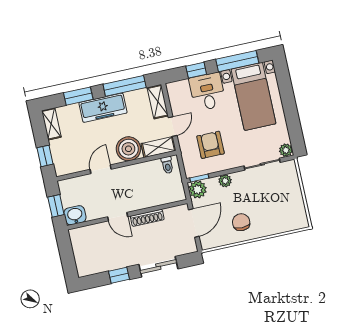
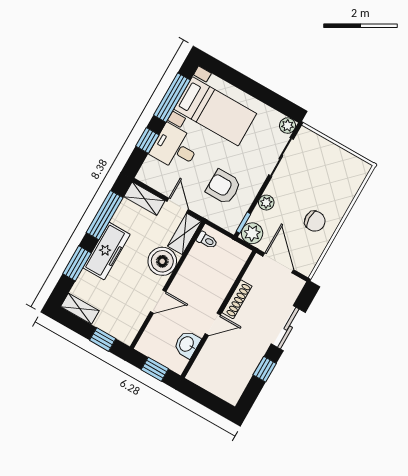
door: (101, 169) -> (158, 302), swing flipped
washbasin: (75, 215) -> (187, 344), moved
chair: (241, 222) -> (315, 221), turned 180

